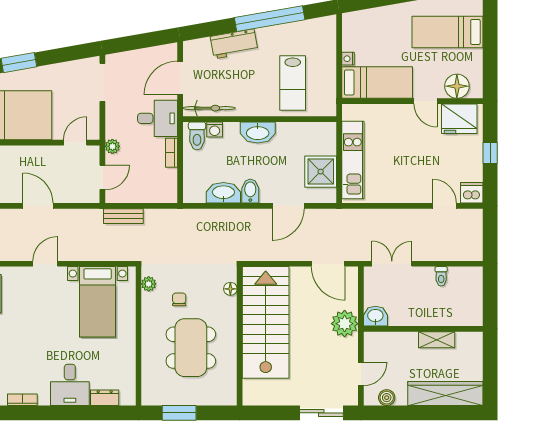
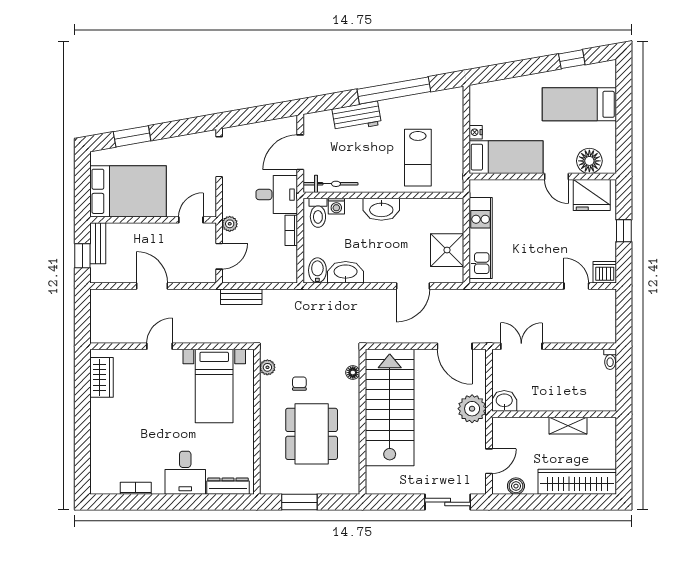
bidet: (250, 191) -> (317, 270), moved
toilet: (441, 276) -> (610, 359), moved
dresser: (105, 398) -> (228, 486), width x1.44

